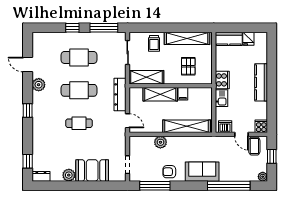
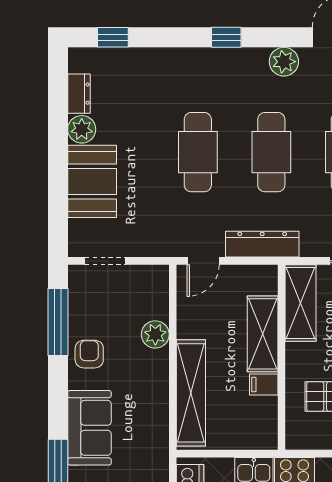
cafe table: (79, 123) -> (198, 152), width x1.37, depth x1.35
dresser: (41, 176) -> (79, 94), moved

